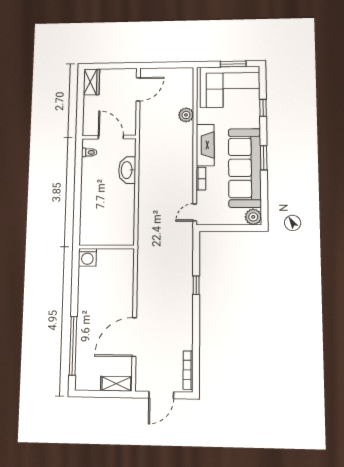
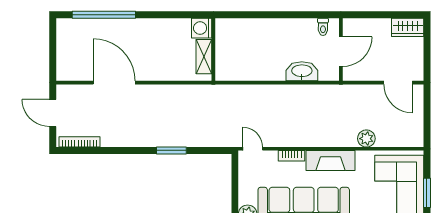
window: (196, 285) -> (171, 150), width x1.50
shelving: (116, 384) -> (204, 57), moved

